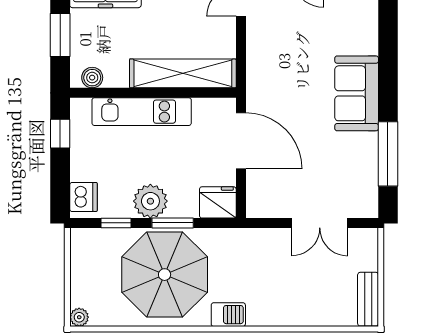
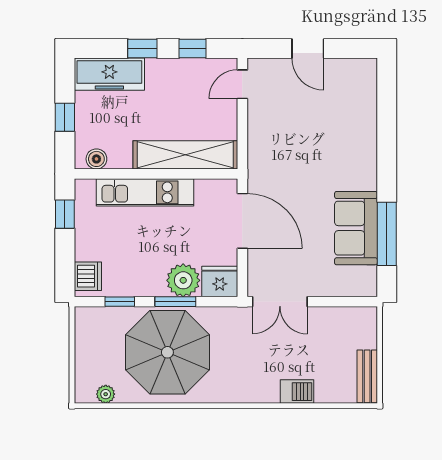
window: (60, 35) -> (65, 117), width x0.67
sofa: (357, 93) -> (356, 228), moved
plant: (150, 201) -> (183, 280), moved
double door: (320, 223) -> (280, 302), moved
barbecue: (228, 315) -> (297, 392), moved
plant: (79, 317) -> (106, 394), moved

